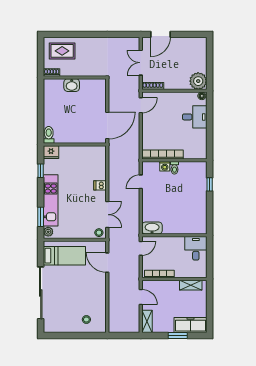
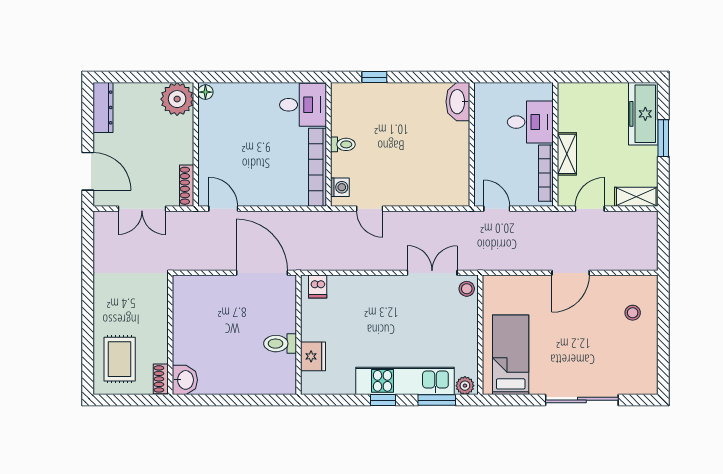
dresser: (194, 42) -> (103, 107), added
washbasin: (72, 85) -> (185, 380), moved
desk: (195, 117) -> (303, 105), moved, turned 90
toilet: (49, 135) -> (280, 344), moved
fridge: (51, 152) -> (313, 356), moved
washing machine: (165, 166) -> (340, 187), moved
window: (41, 171) -> (383, 400), moved
dishwasher: (100, 185) -> (318, 287), moved
washbasin: (152, 228) -> (458, 102), moved
desk: (196, 248) -> (530, 122), moved, turned 180
door: (107, 263) -> (571, 273), moved
shelving: (191, 285) -> (567, 154), moved
sliding door: (41, 293) -> (582, 400), width x0.73

